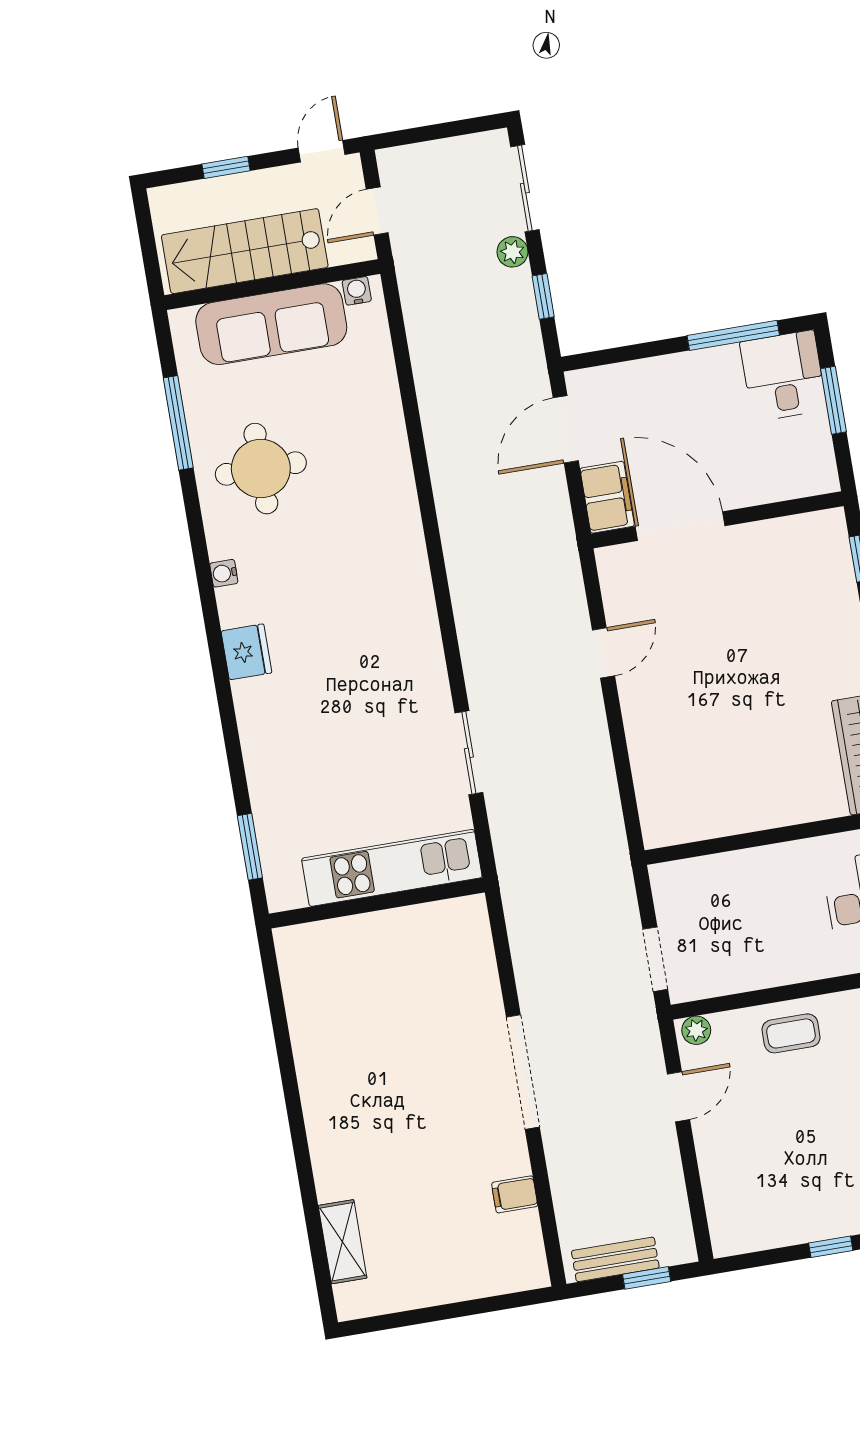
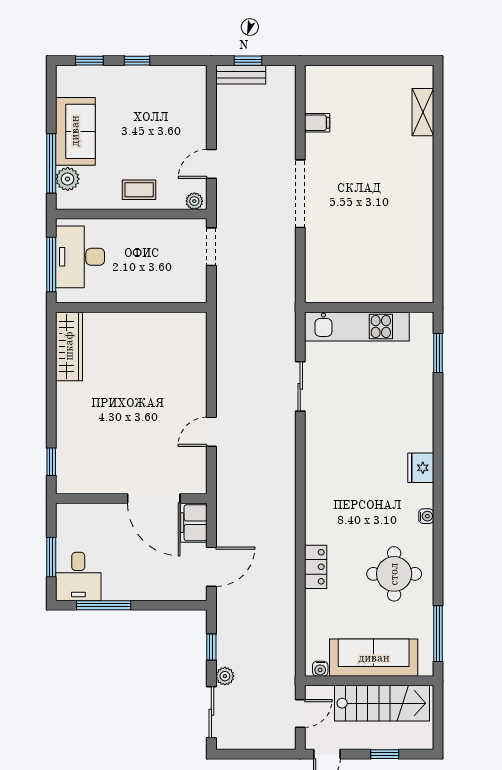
window: (178, 423) -> (438, 634), moved
locker: (393, 458) -> (316, 567), added
bench: (615, 1259) -> (241, 75), moved

